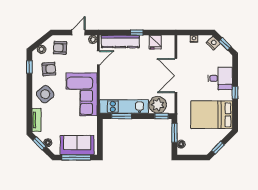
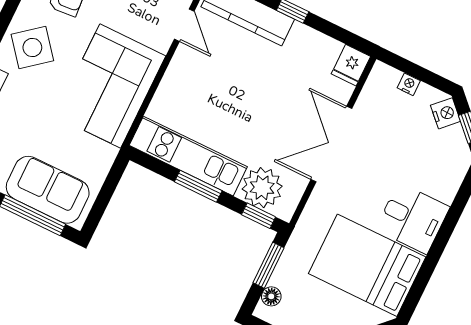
fridge: (155, 42) -> (351, 65), moved
door: (98, 58) -> (184, 25), hinge flipped
desk: (220, 78) -> (413, 218), moved
window: (235, 93) -> (440, 243), removed
window: (121, 116) -> (198, 186), moved

